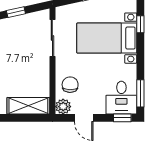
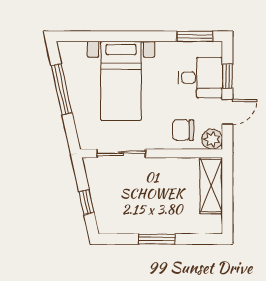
window: (140, 24) -> (103, 36), removed
desk: (121, 98) -> (200, 78), moved
window: (122, 118) -> (227, 76), moved

